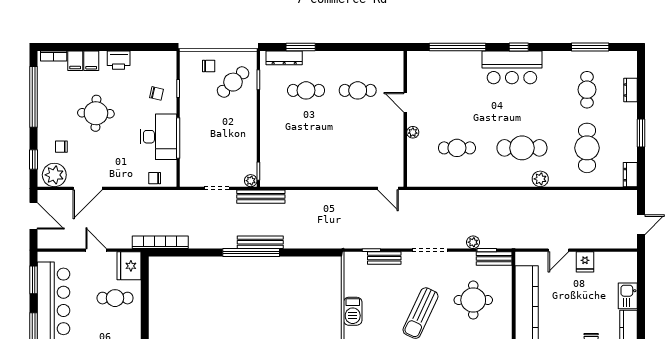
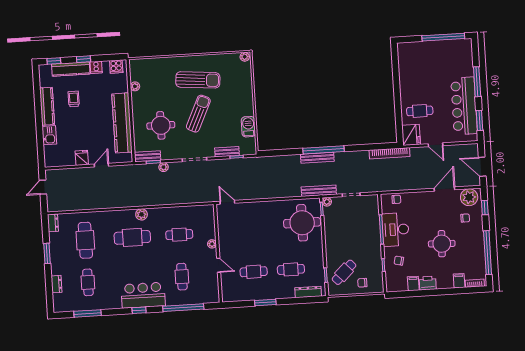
window: (301, 47) -> (265, 303), moved
filing cabinet: (91, 61) -> (413, 284), moved
cafe table: (457, 90) -> (182, 277), added
round table: (287, 154) -> (302, 223), added
plant: (540, 179) -> (142, 214), moved
barbecue: (353, 311) -> (248, 127), moved

